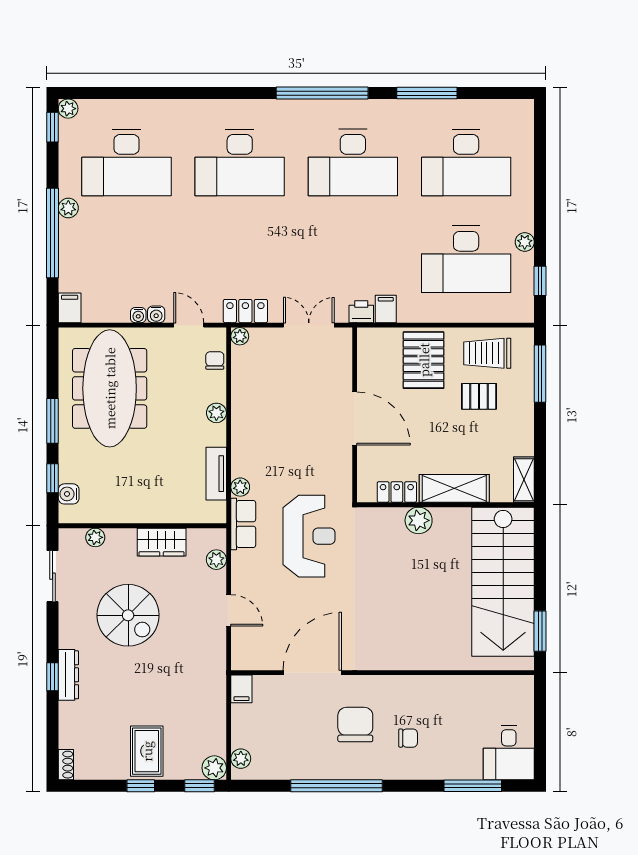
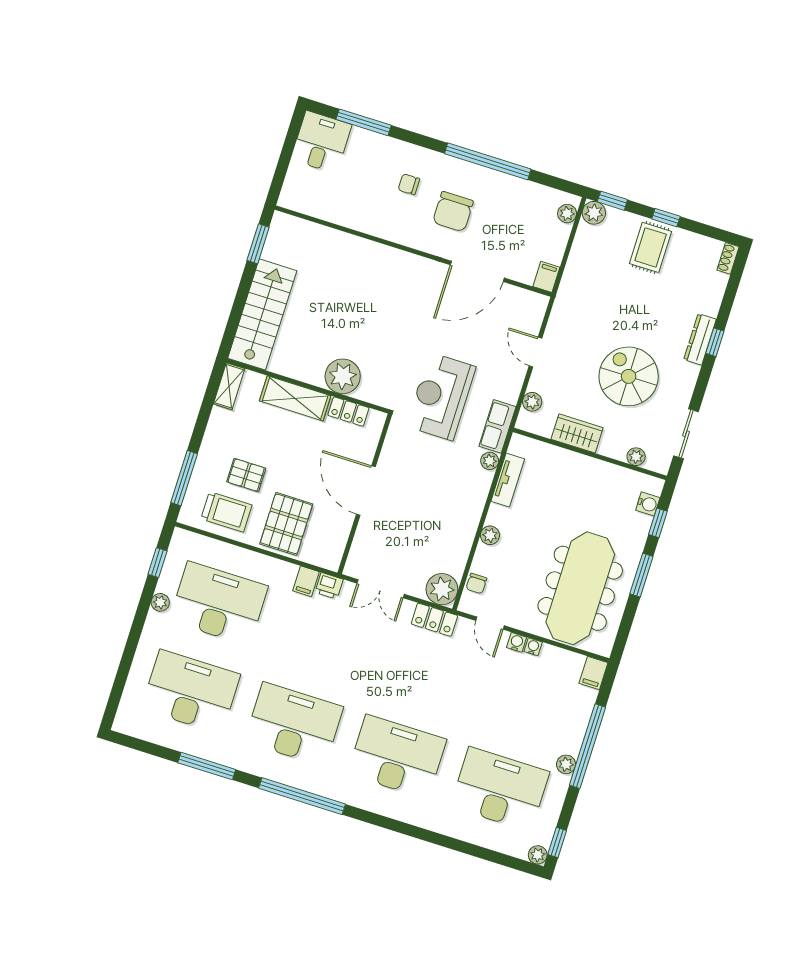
plant: (240, 336) -> (442, 589), width x1.87, depth x1.87
plant: (419, 520) -> (343, 376), width x1.36, depth x1.36
stairs: (503, 582) -> (262, 314), width x0.73, depth x0.66

